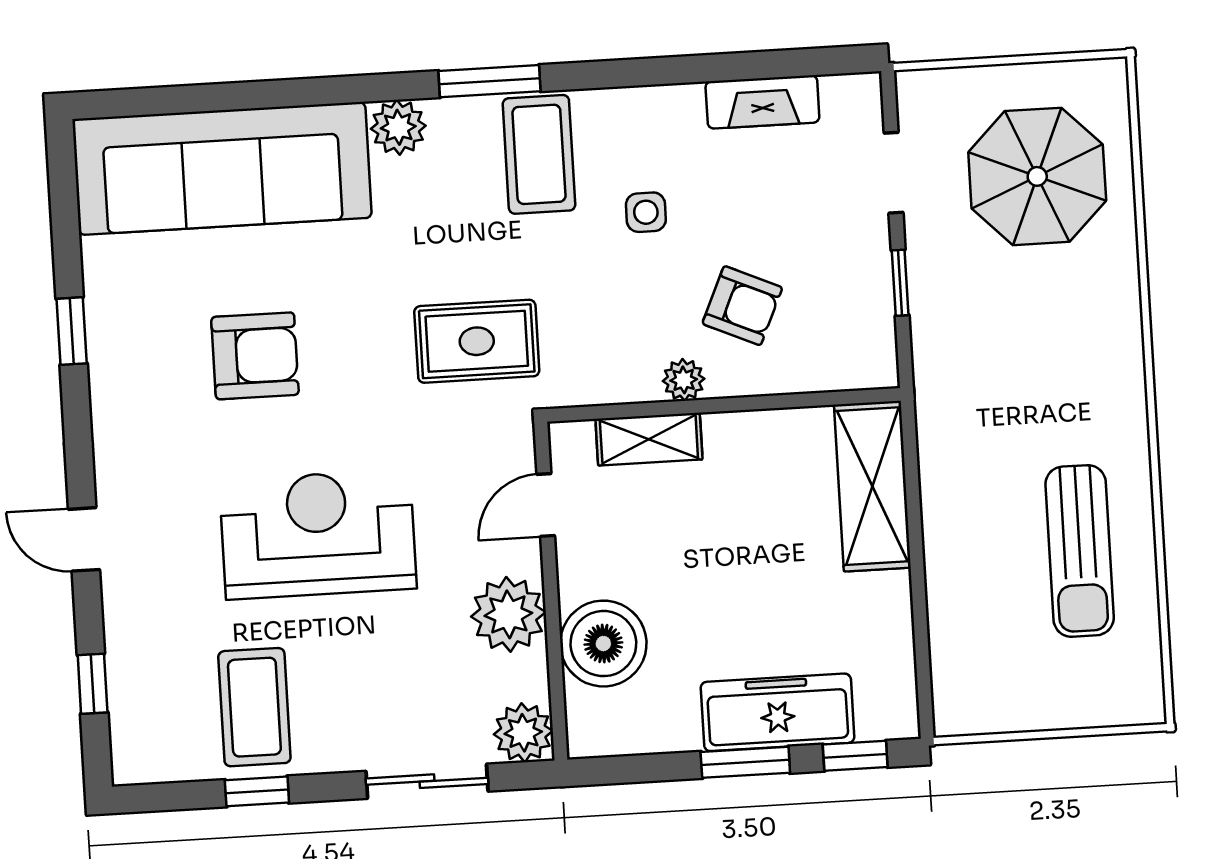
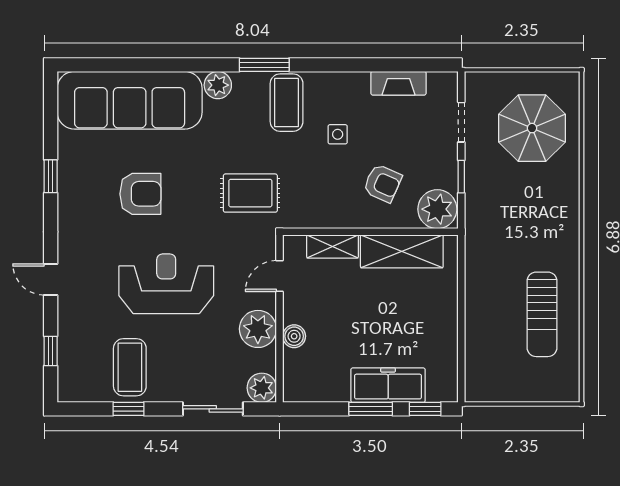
plant: (684, 380) -> (437, 209), moved, width x1.88, depth x1.88
shelving: (872, 486) -> (402, 251), moved, turned 90
boiler: (603, 644) -> (294, 336), width x0.54, depth x0.54

